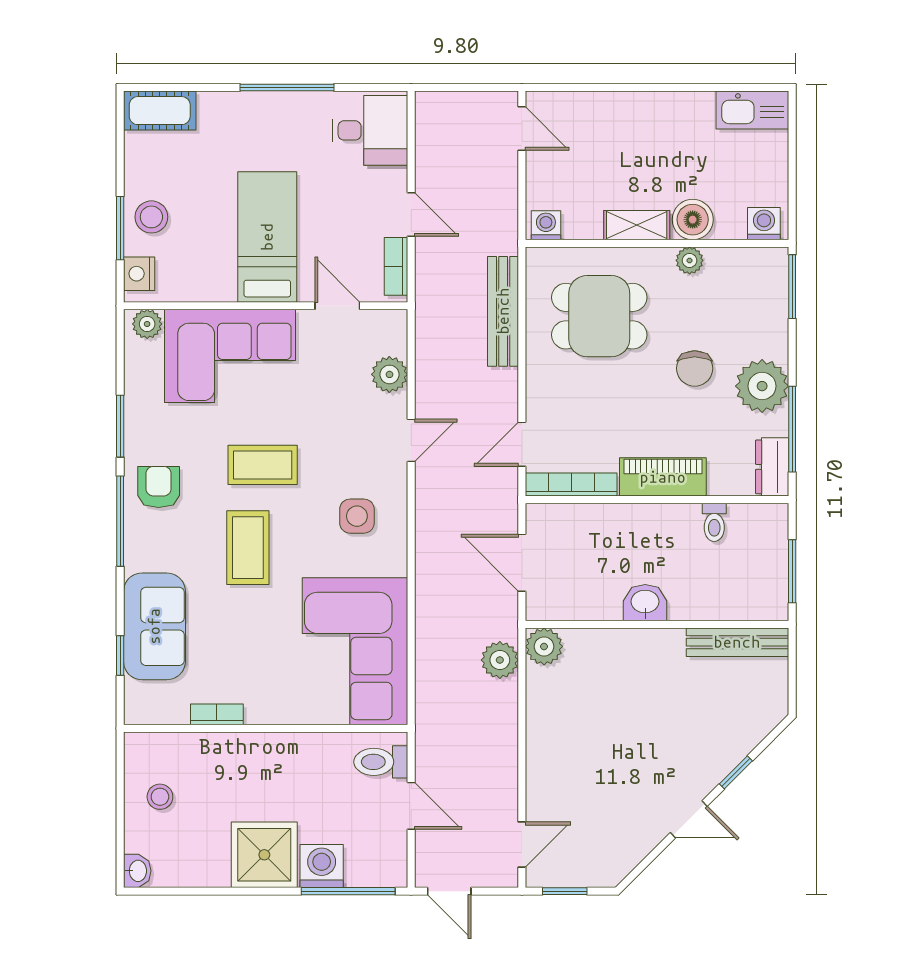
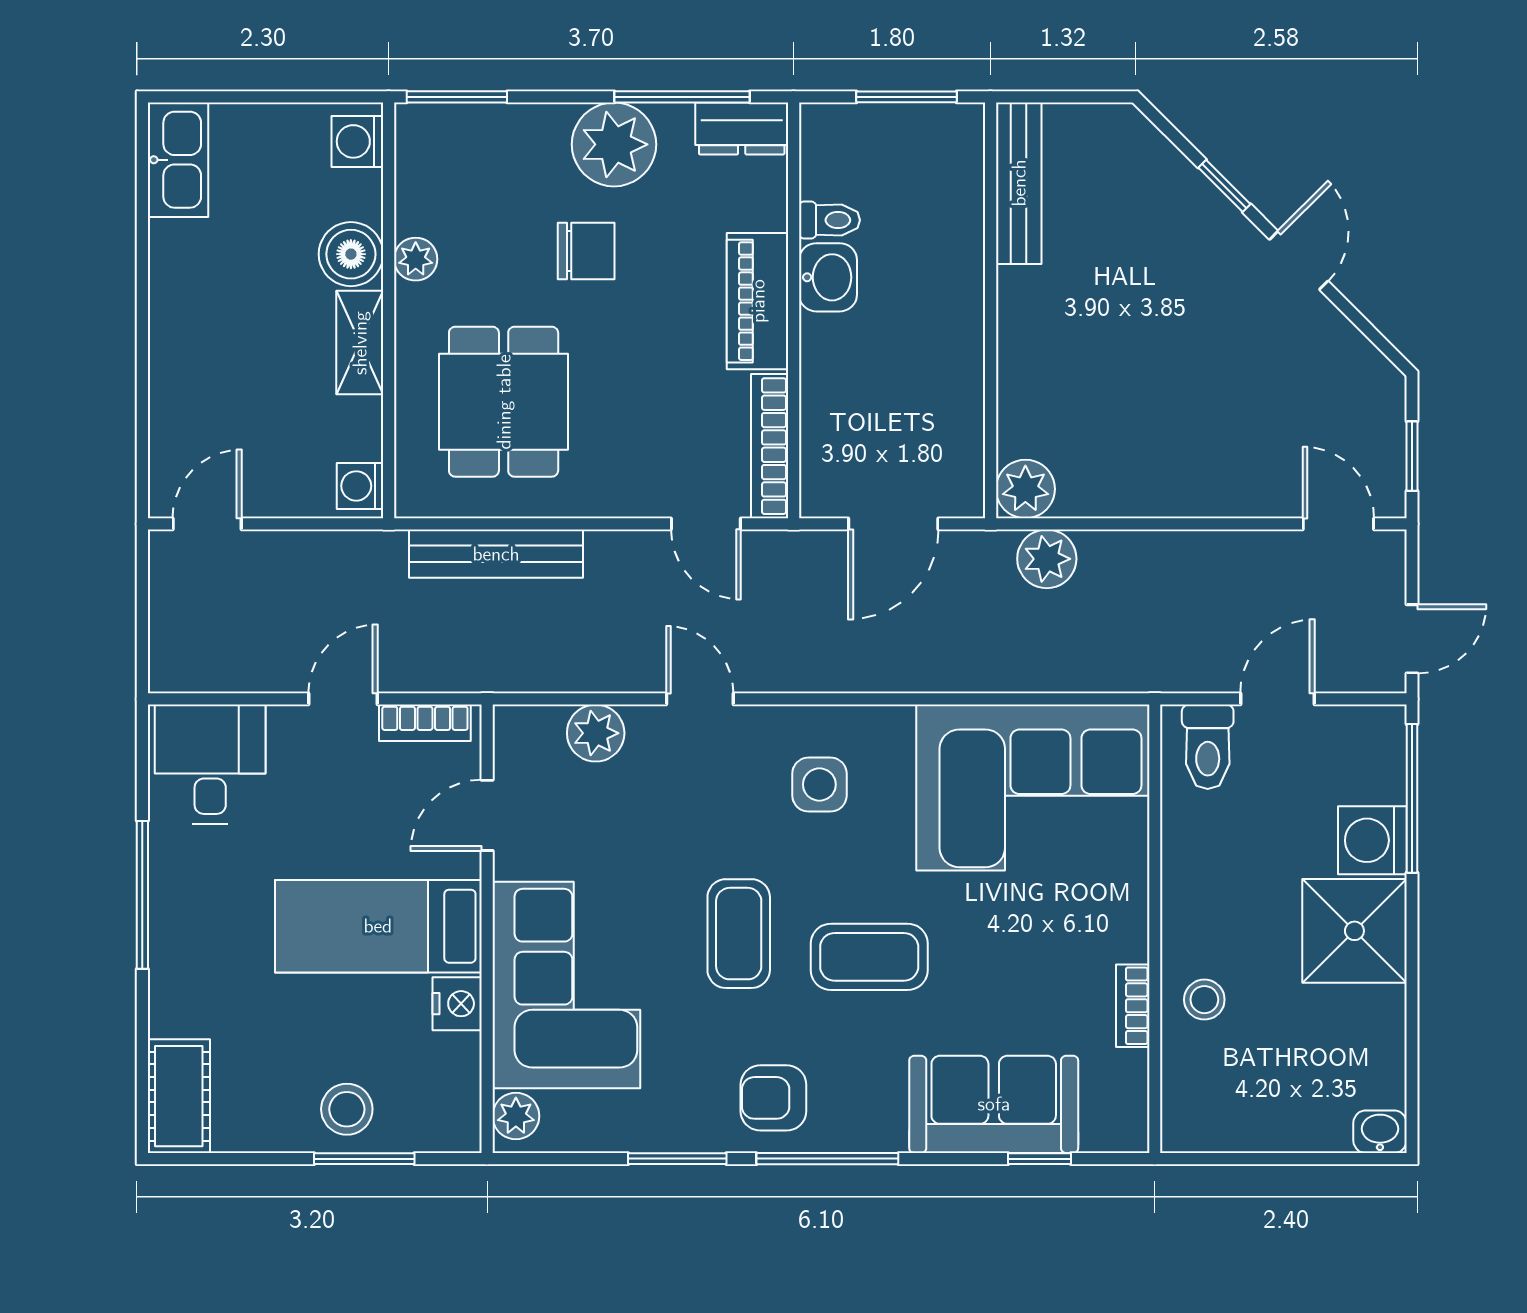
nightstand: (139, 274) -> (457, 1004), moved, turned -90
washbasin: (645, 603) -> (828, 277), moved, turned 180
stool: (160, 797) -> (1204, 1000), moved

